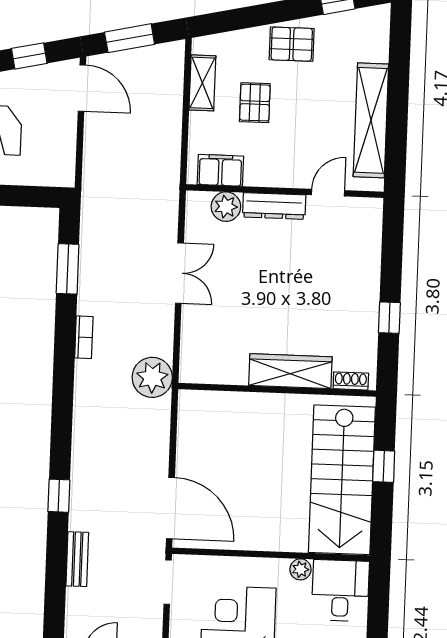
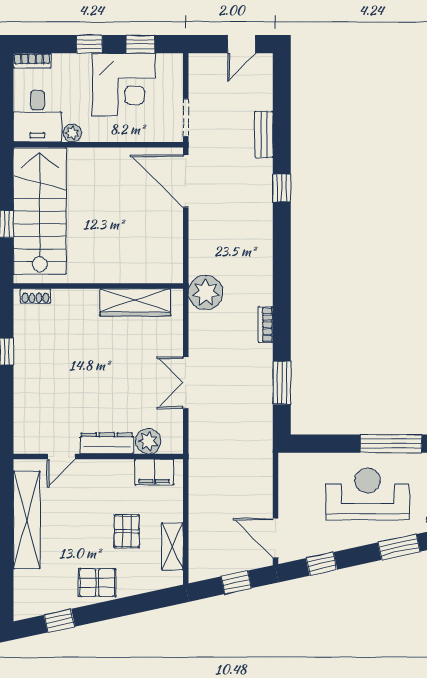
window: (130, 38) -> (236, 582), width x0.67
wardrobe: (290, 371) -> (135, 302), moved

